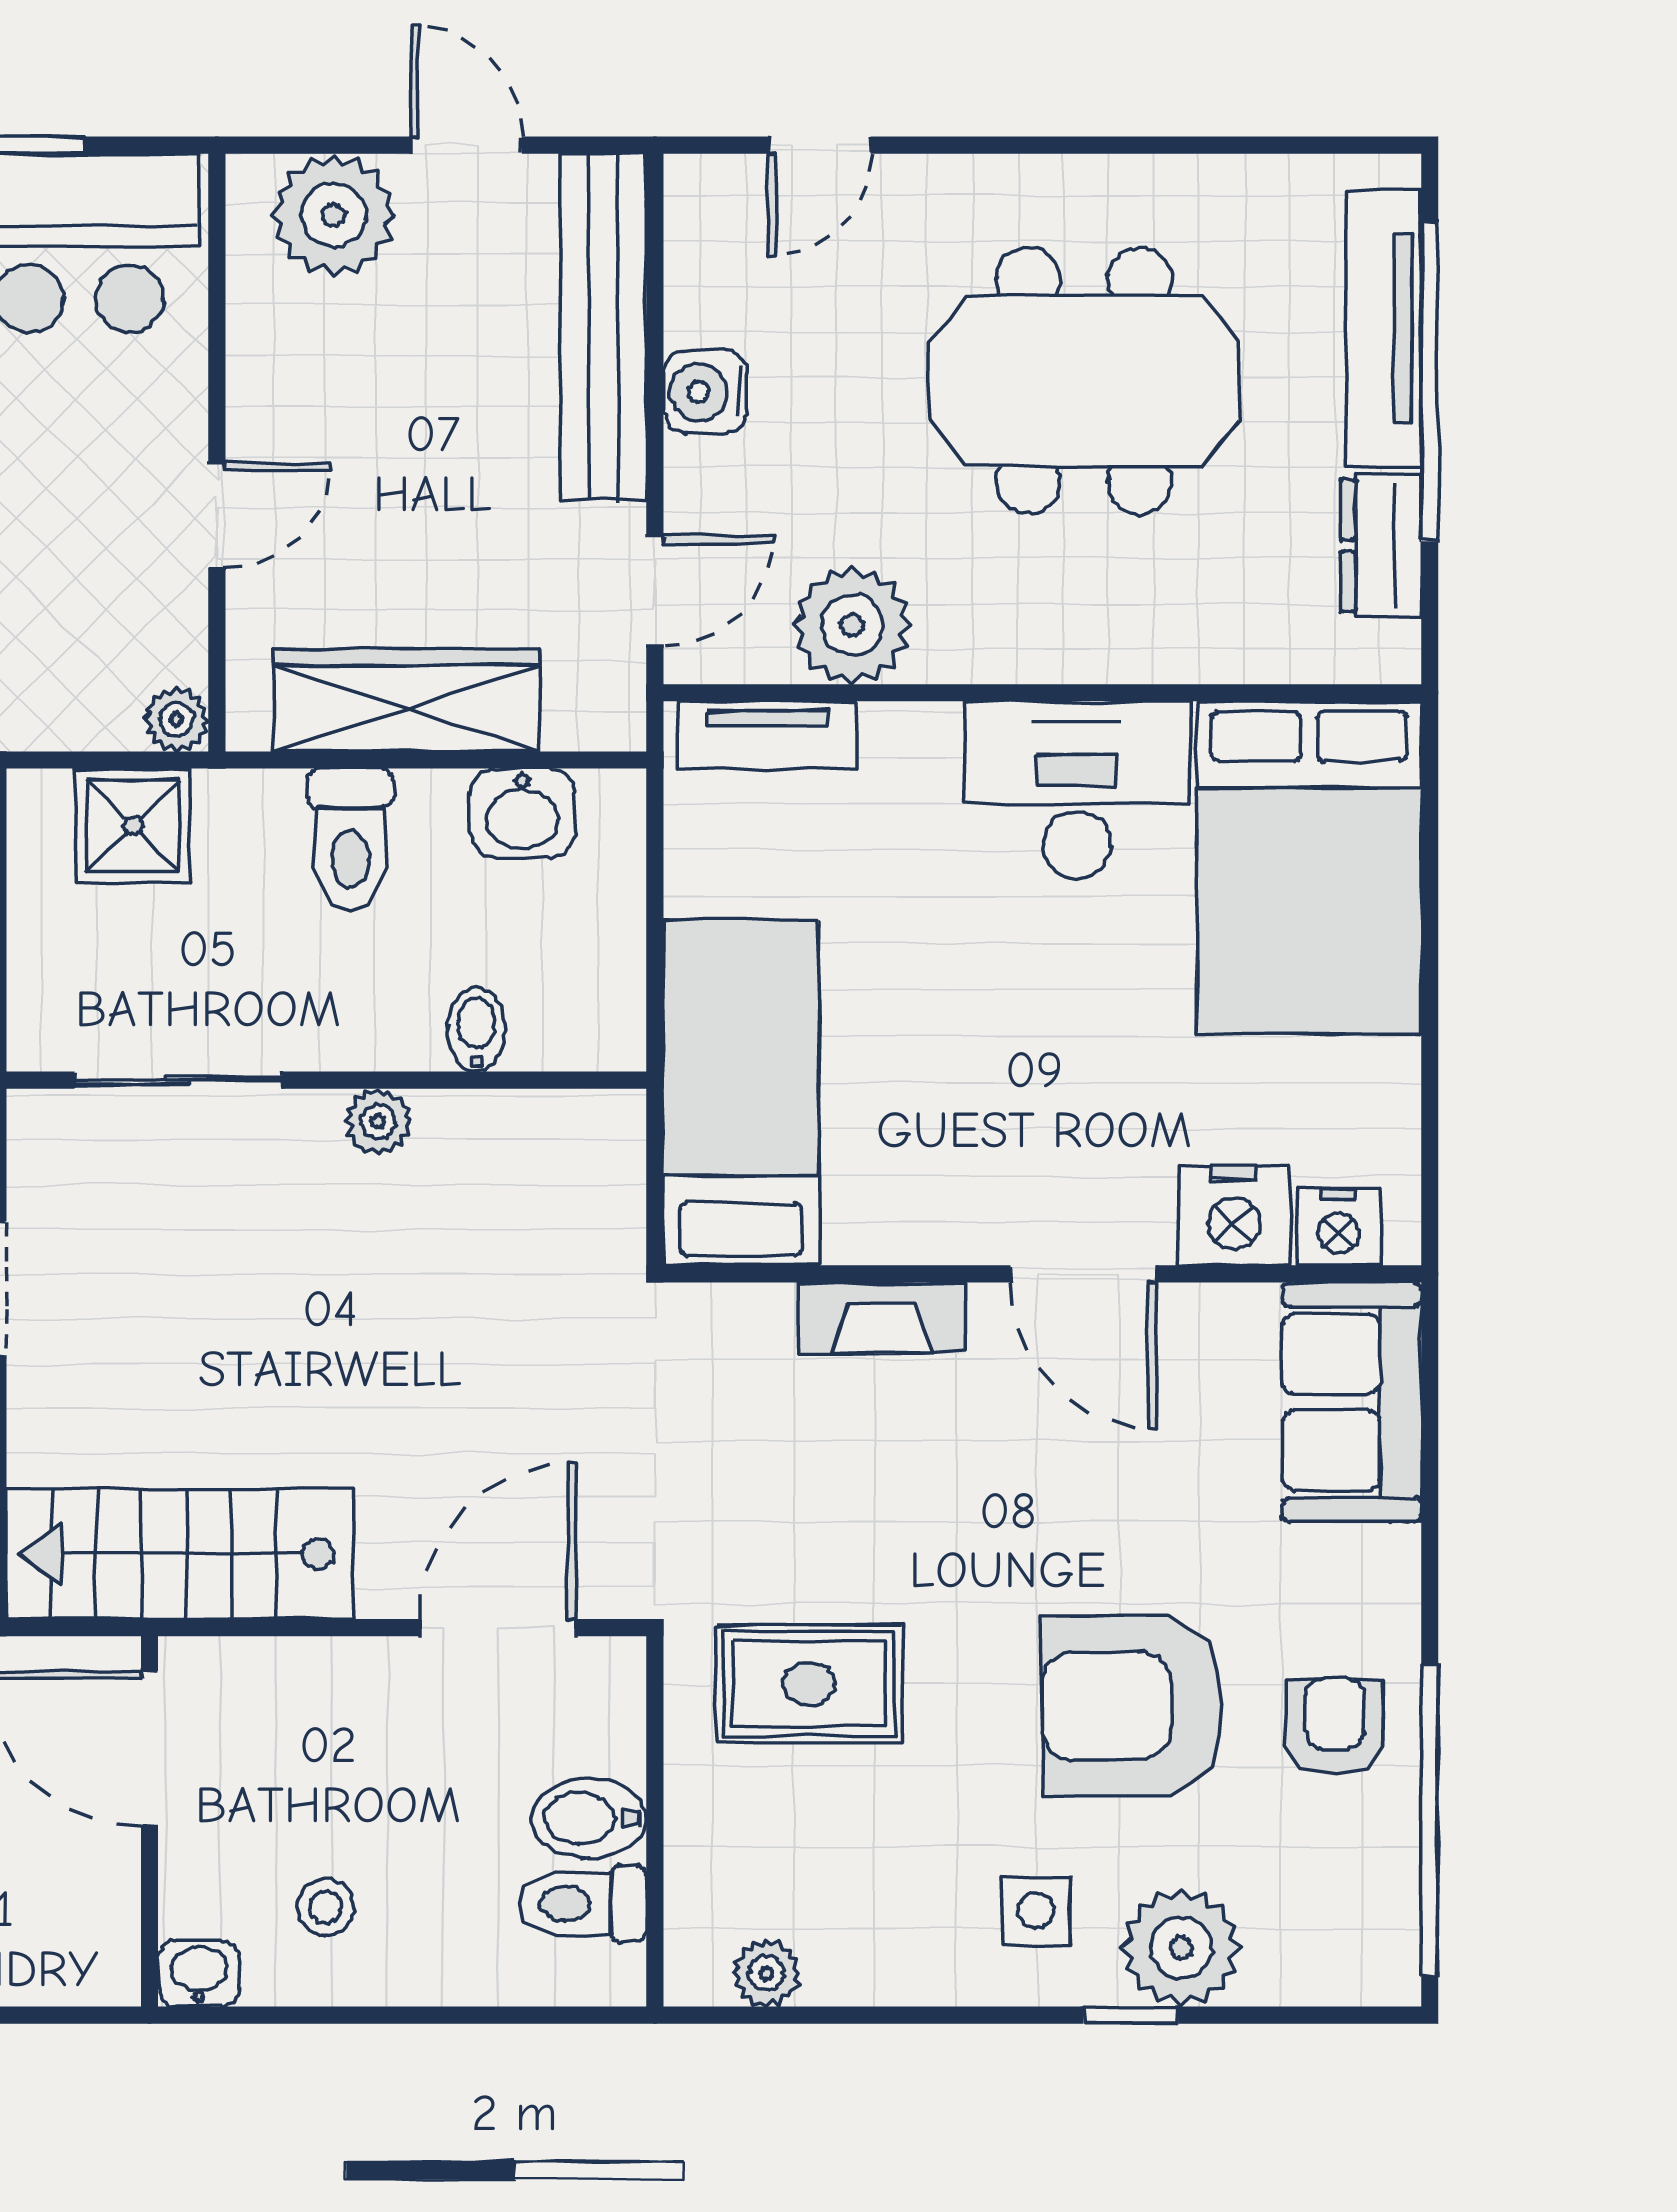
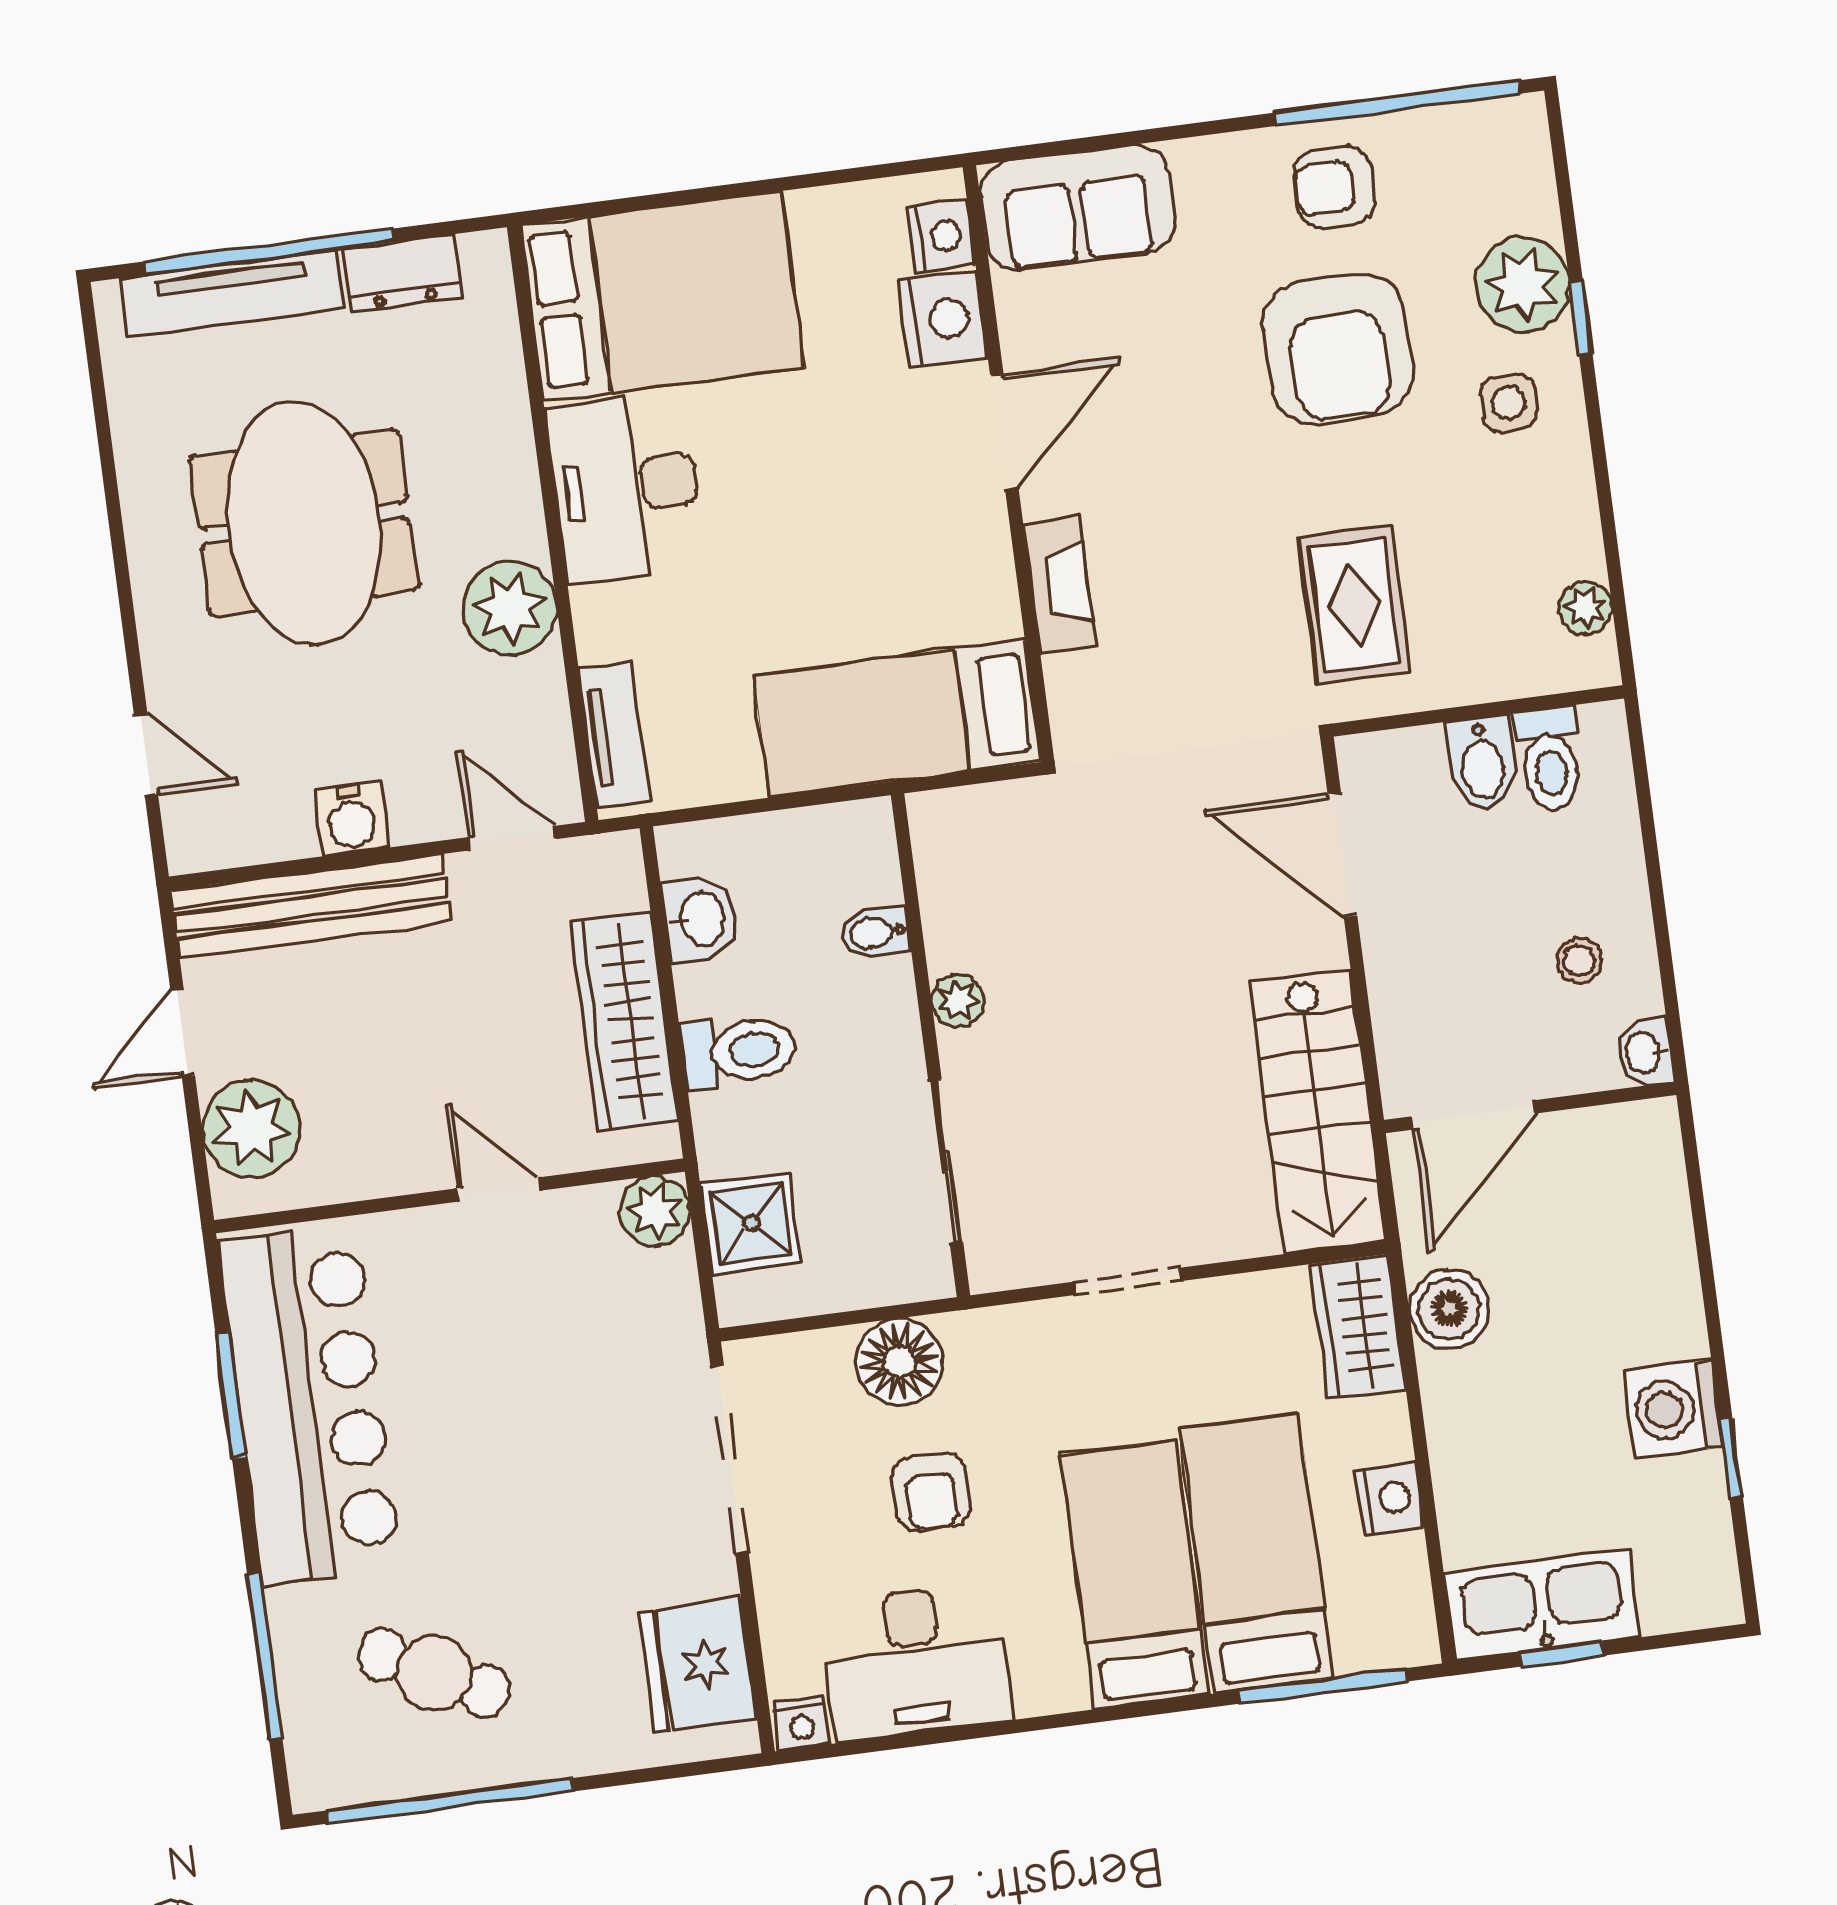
plant: (852, 625) -> (510, 608), moved
plant: (176, 720) -> (655, 1211), width x1.38, depth x1.38

